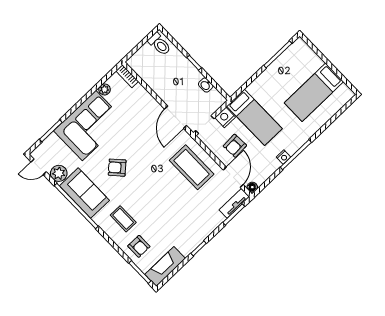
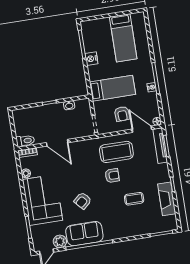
toilet: (160, 44) -> (25, 141), moved
door: (176, 117) -> (57, 143), moved
nightstand: (225, 117) -> (91, 59), moved
tv unit: (234, 203) -> (160, 146), width x1.41
coffee table: (123, 219) -> (134, 199), moved
armchair: (139, 246) -> (112, 176), moved
fireplace: (165, 266) -> (167, 199), moved

